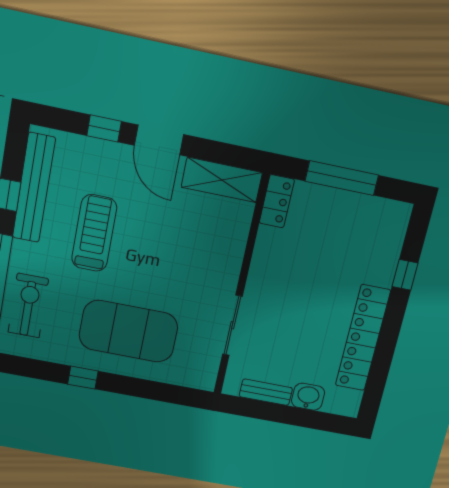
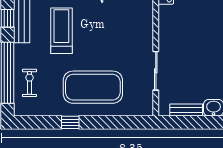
exercise bike: (28, 306) -> (29, 83), width x0.73, depth x0.72

